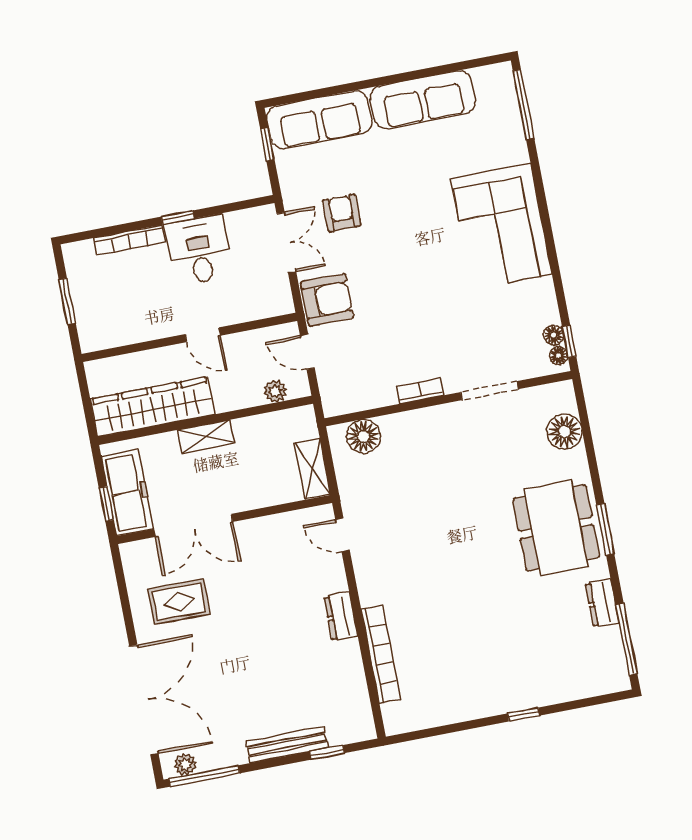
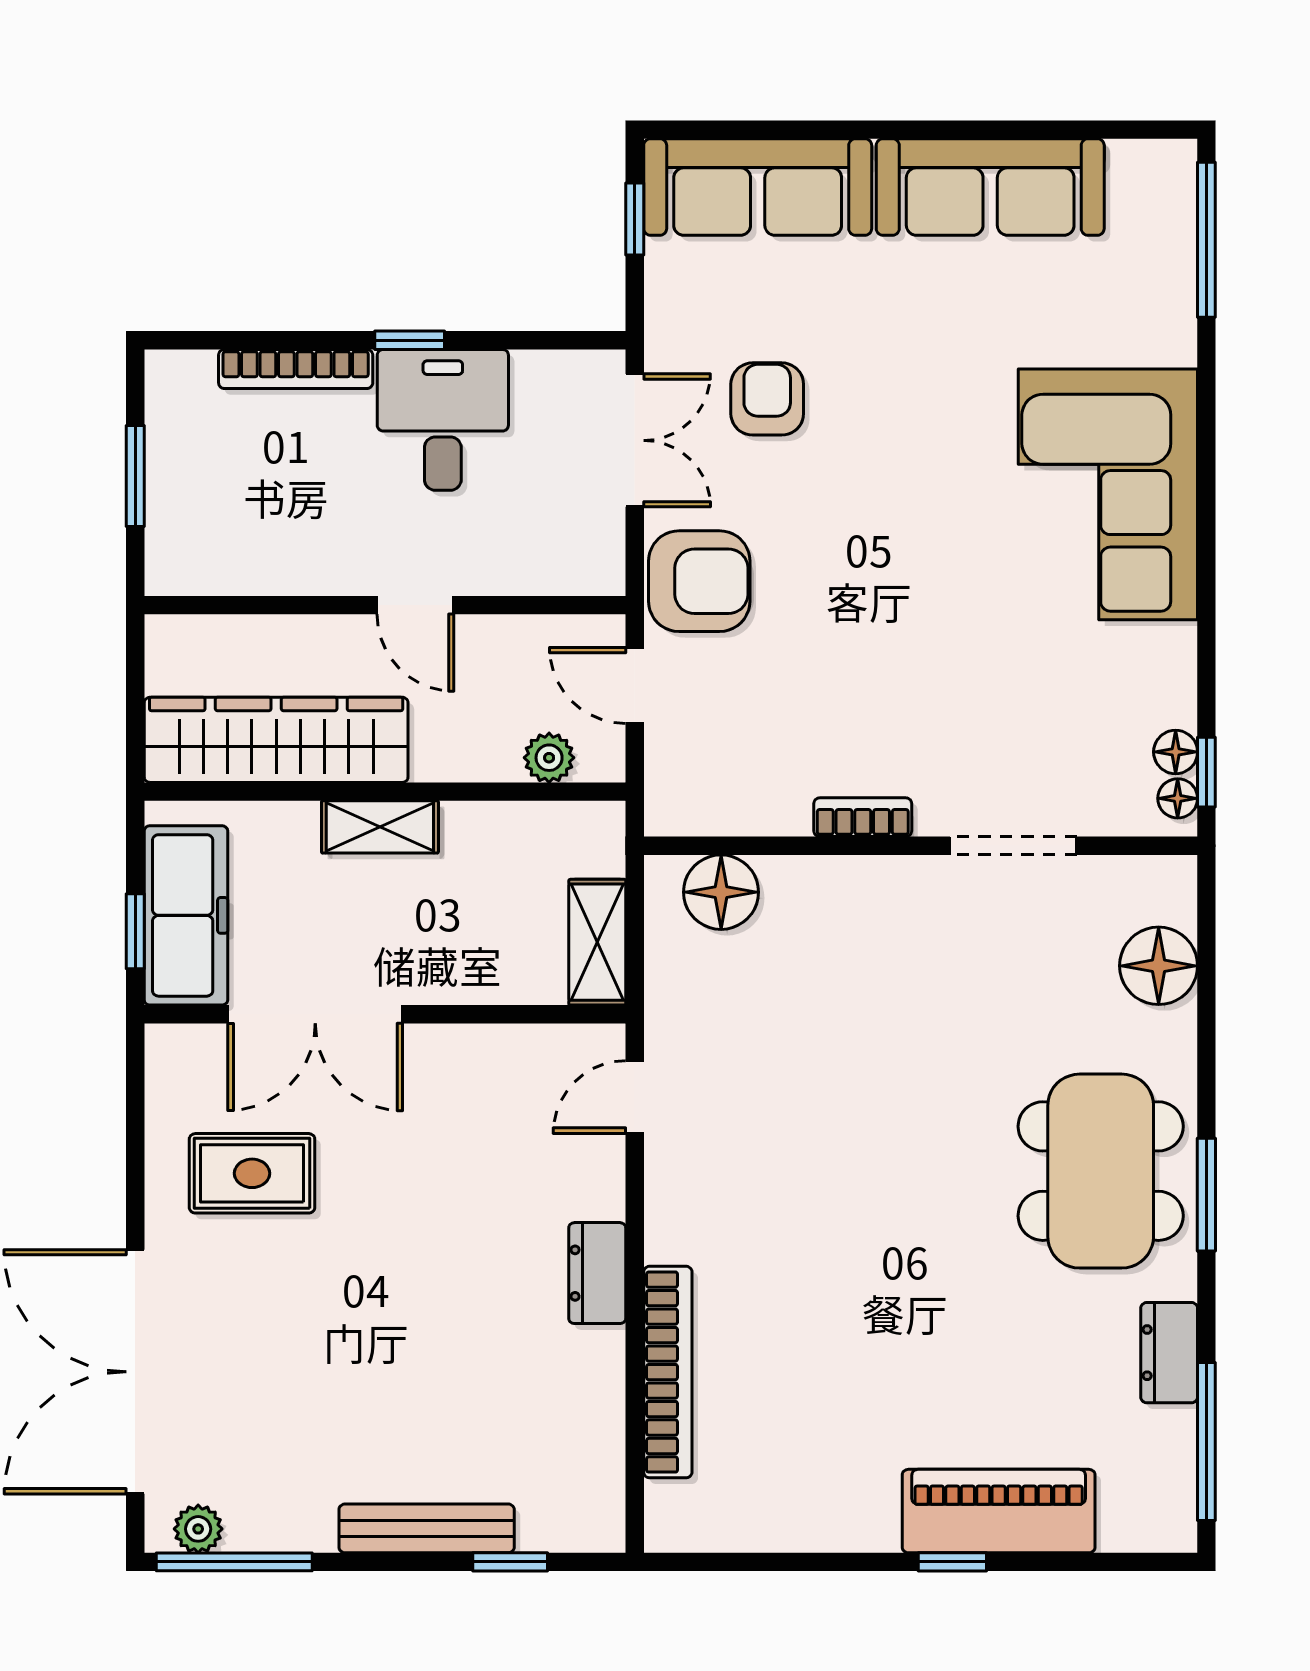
door: (343, 535) -> (635, 1097), hinge flipped
piano: (540, 688) -> (999, 1511), added
double door: (144, 700) -> (135, 1372), swing flipped

